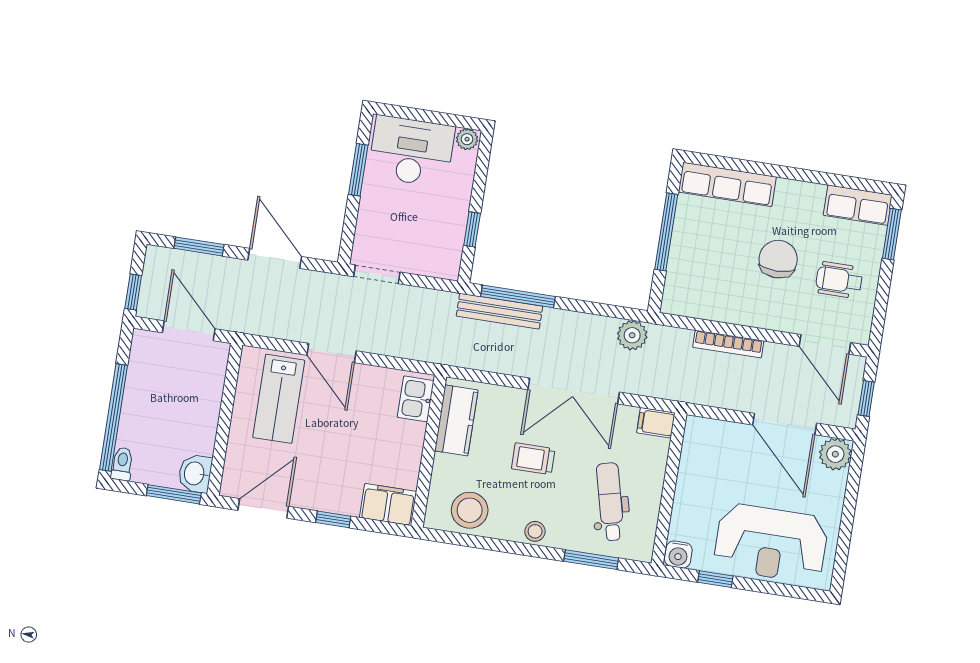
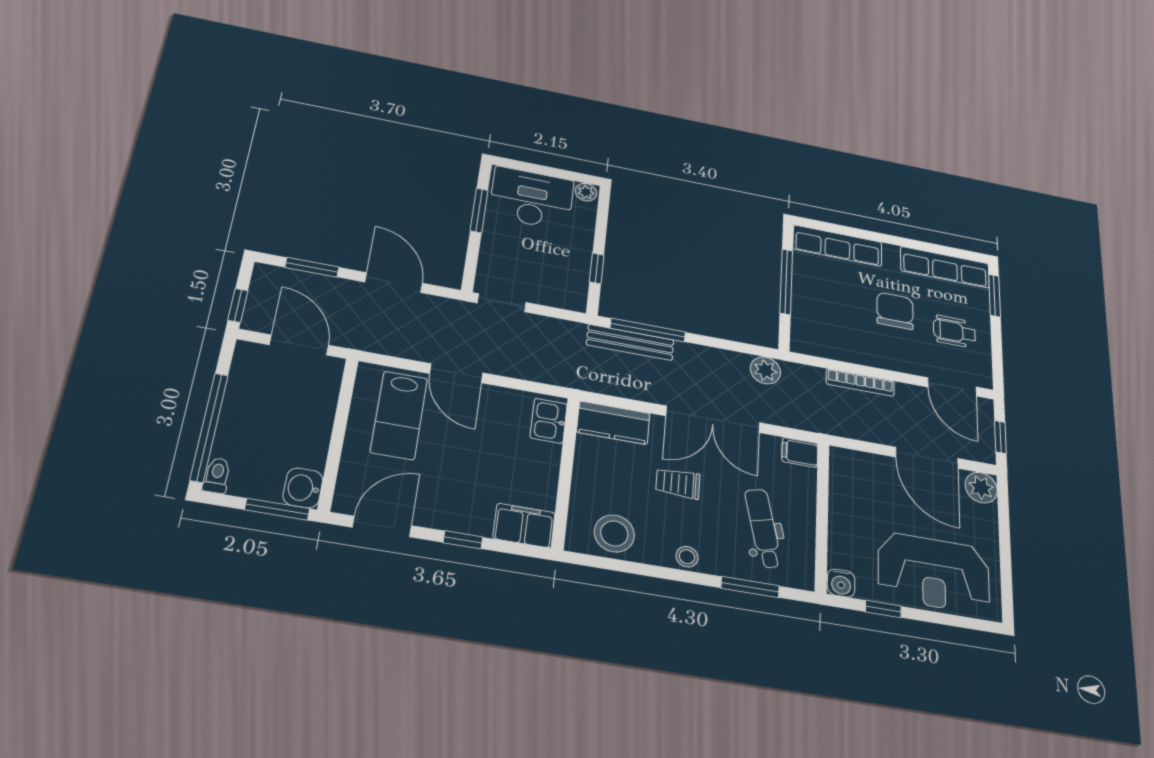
row of seats: (858, 205) -> (945, 267), width x1.48
kitchen counter: (456, 420) -> (613, 423), moved, turned 90

